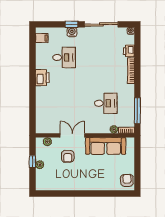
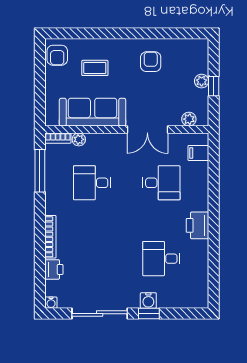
filing cabinet: (42, 38) -> (198, 153), moved
desk: (64, 103) -> (161, 183), added
armchair: (68, 156) -> (151, 62), moved
coffee table: (104, 173) -> (95, 68), added

